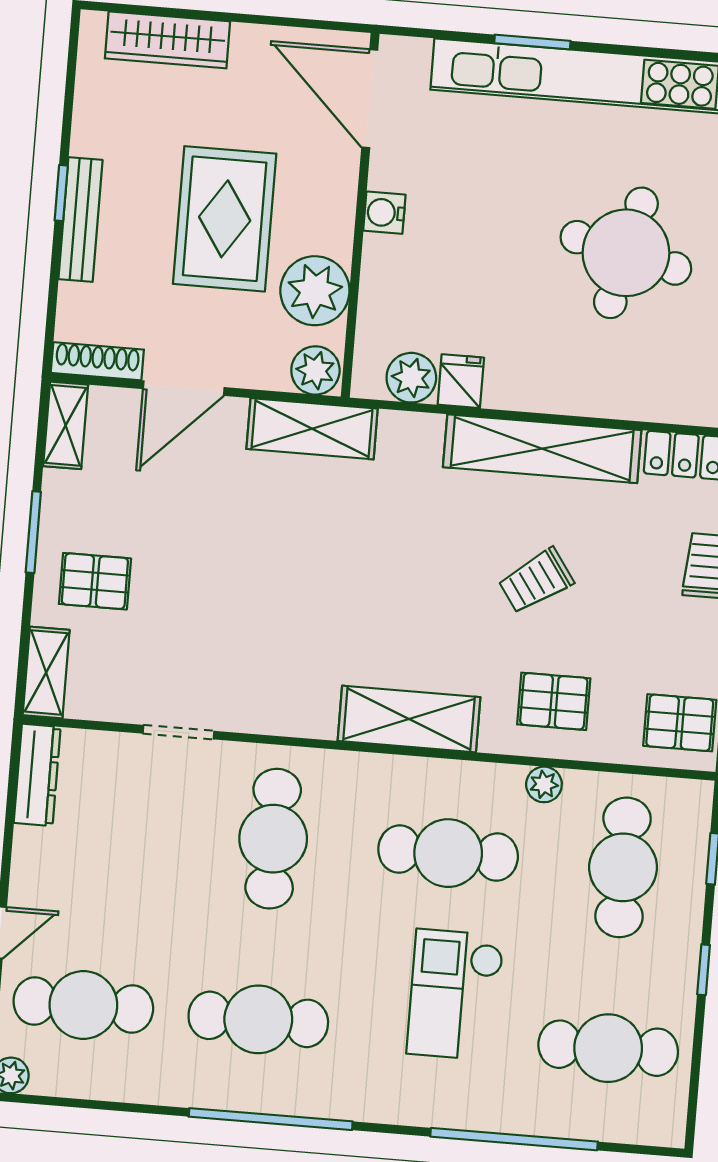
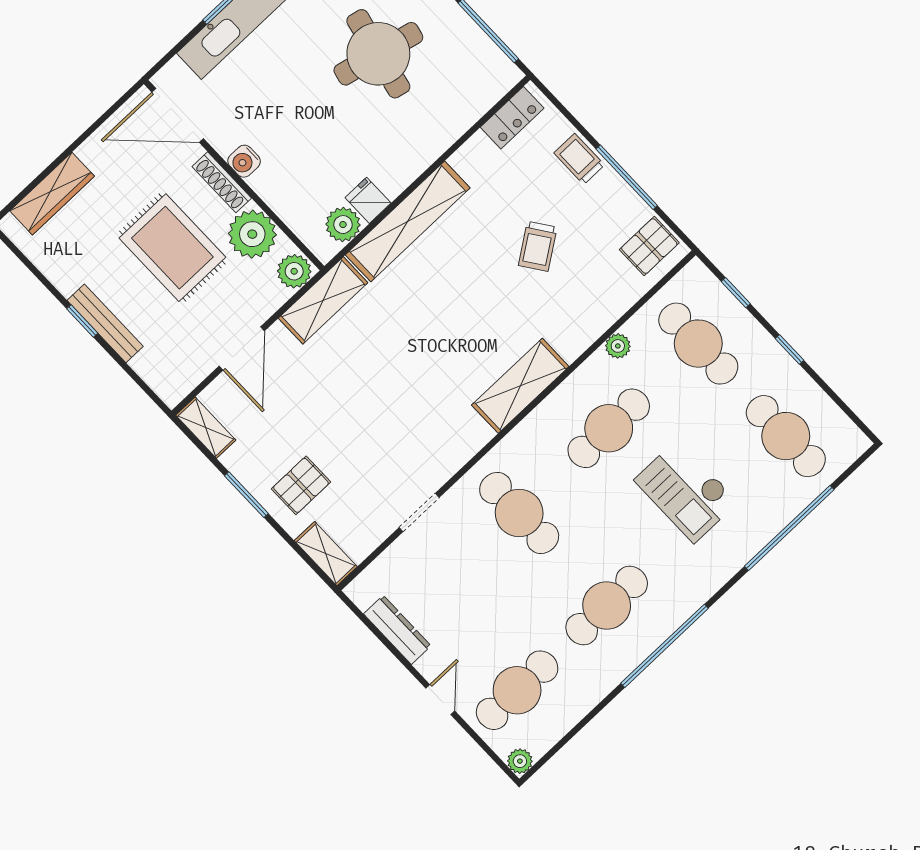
shoe rack: (97, 361) -> (222, 182), moved, turned -90
shelving: (542, 449) -> (408, 221), moved
trolley: (536, 581) -> (538, 246), moved
pallet: (554, 701) -> (579, 302), removed
dresser: (37, 775) -> (397, 630), moved
cafe table: (608, 1048) -> (786, 436), turned 90

